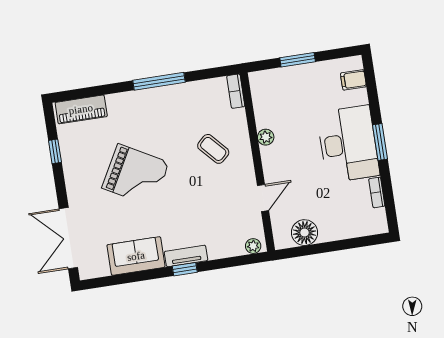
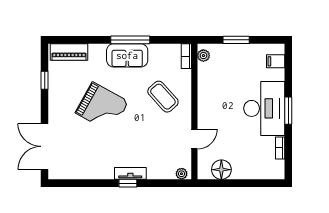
plant: (266, 137) -> (203, 56), moved
coffee table: (213, 149) -> (163, 97), width x1.36, depth x1.30
sofa: (136, 256) -> (127, 55), moved, turned 180

